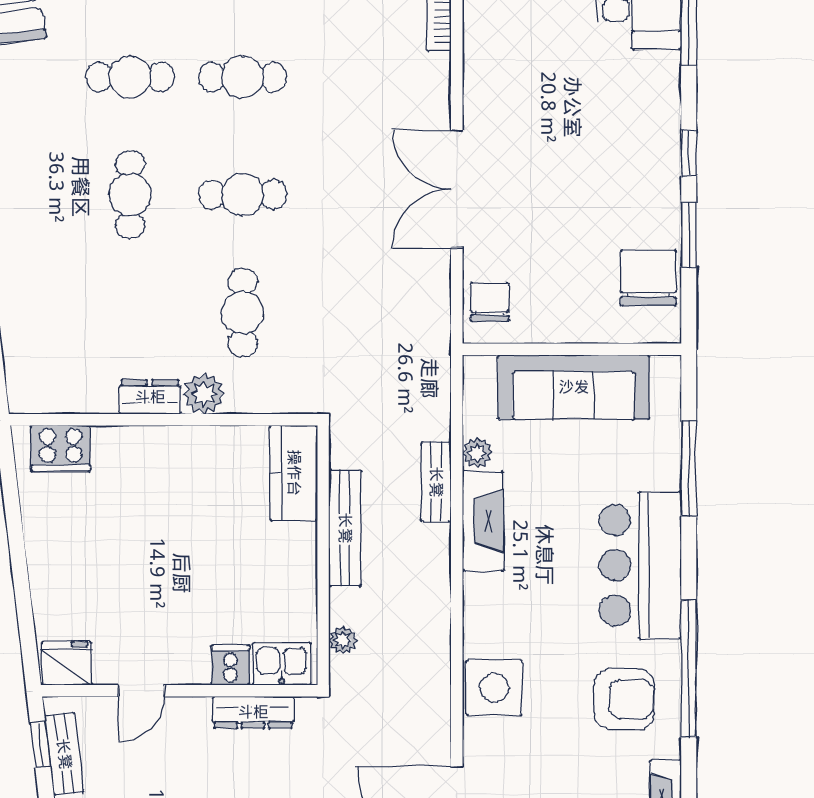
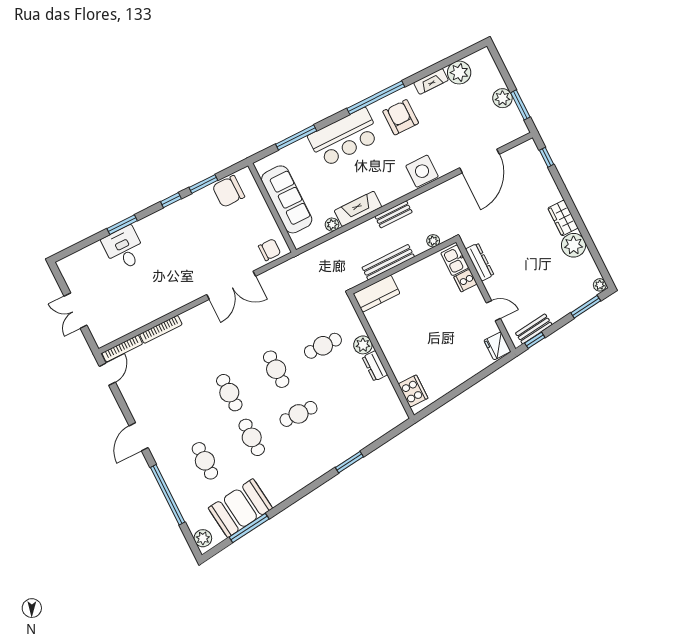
chair: (490, 302) -> (270, 250), turned 180
bench: (436, 482) -> (394, 214), moved

